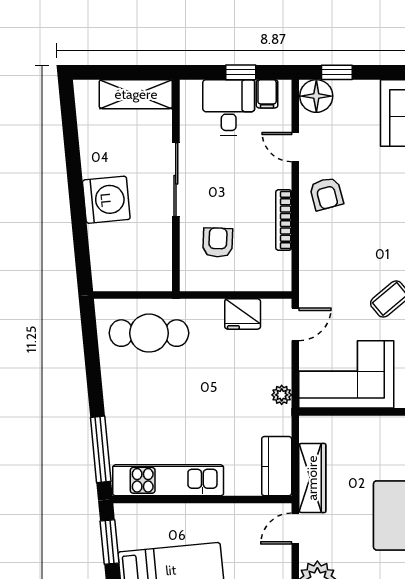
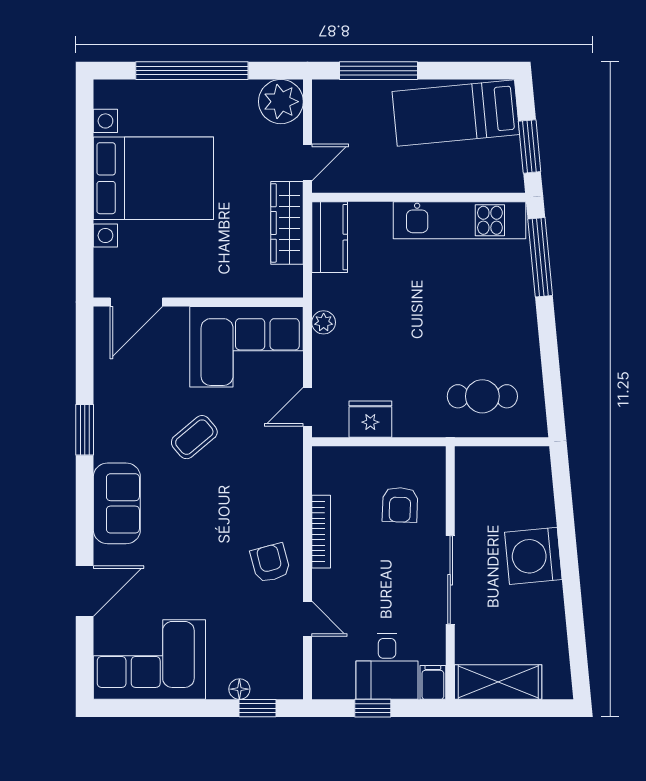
filing cabinet: (267, 94) -> (433, 682), moved
floor lamp: (316, 96) -> (239, 689), moved, width x0.53, depth x0.53
cafe table: (149, 333) -> (482, 396), width x0.73, depth x0.74

